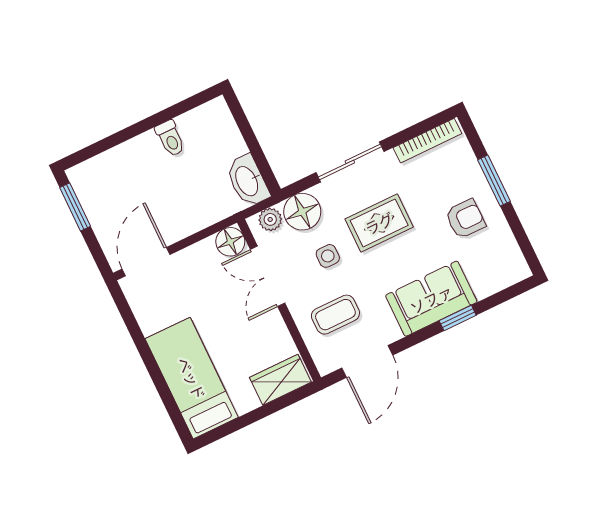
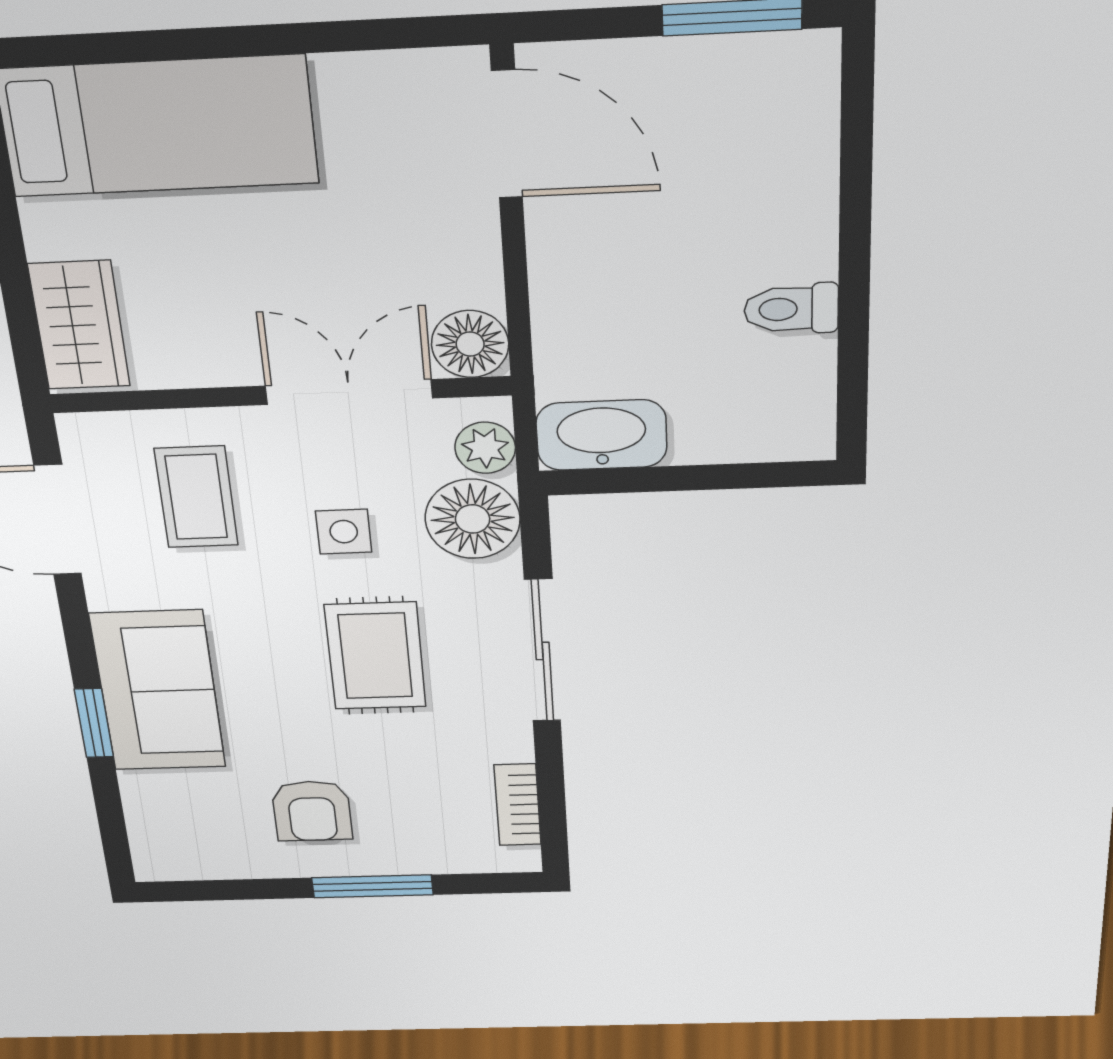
bookcase: (427, 141) -> (518, 805), width x0.64

